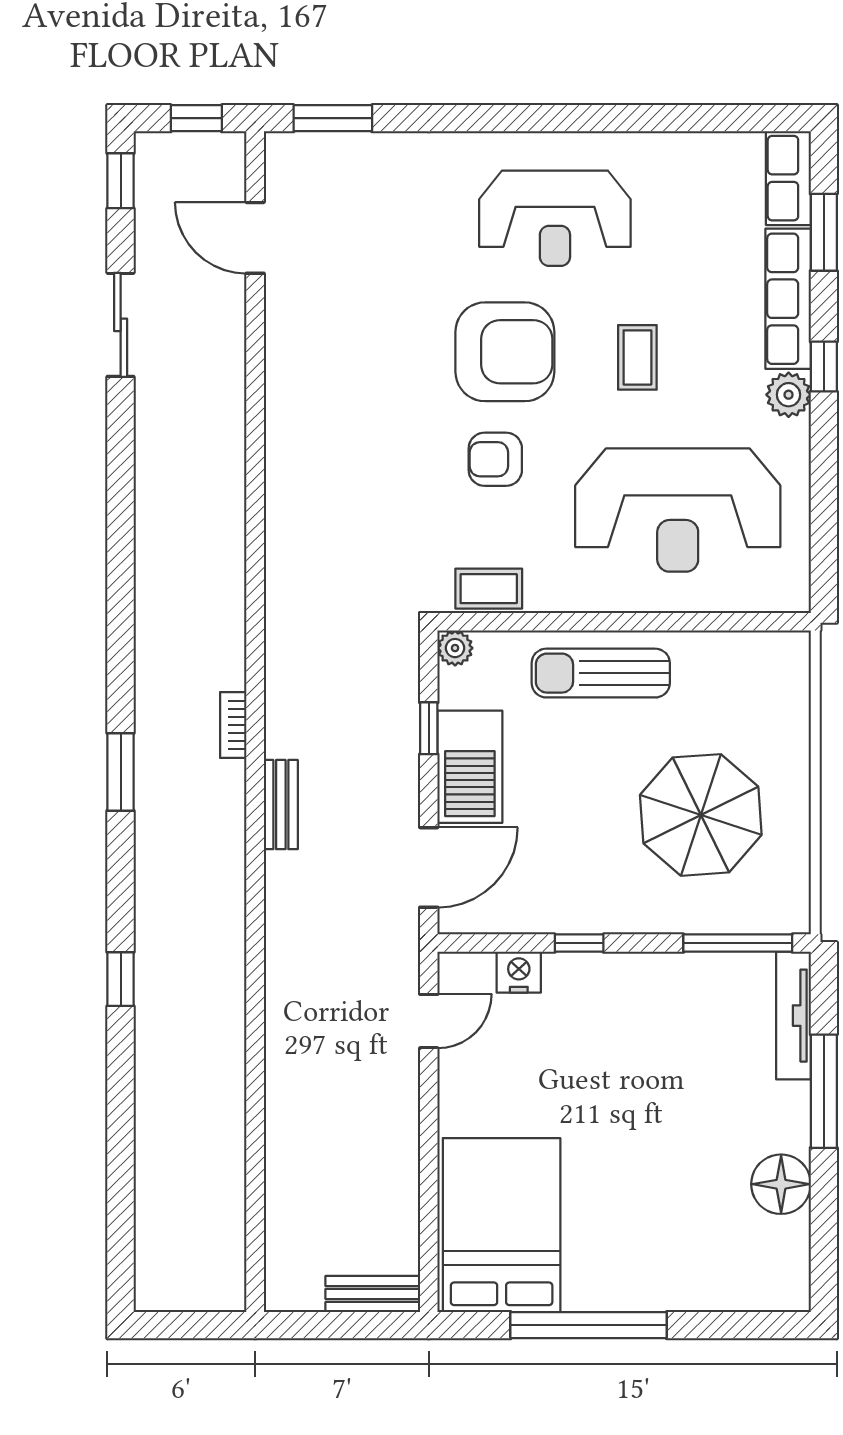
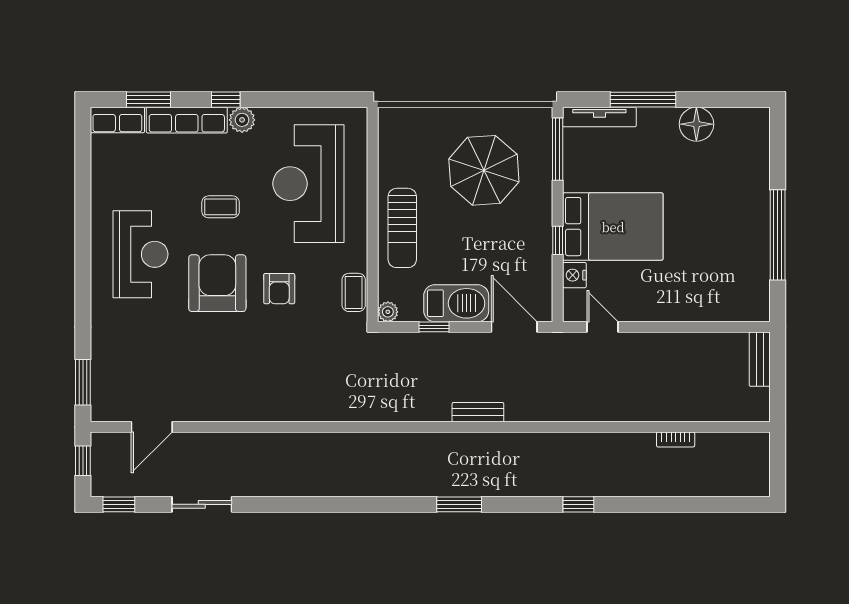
reception desk: (678, 510) -> (308, 184), turned 180
bookcase: (233, 725) -> (676, 439), moved
bed: (502, 1225) -> (613, 227), moved, turned 180

